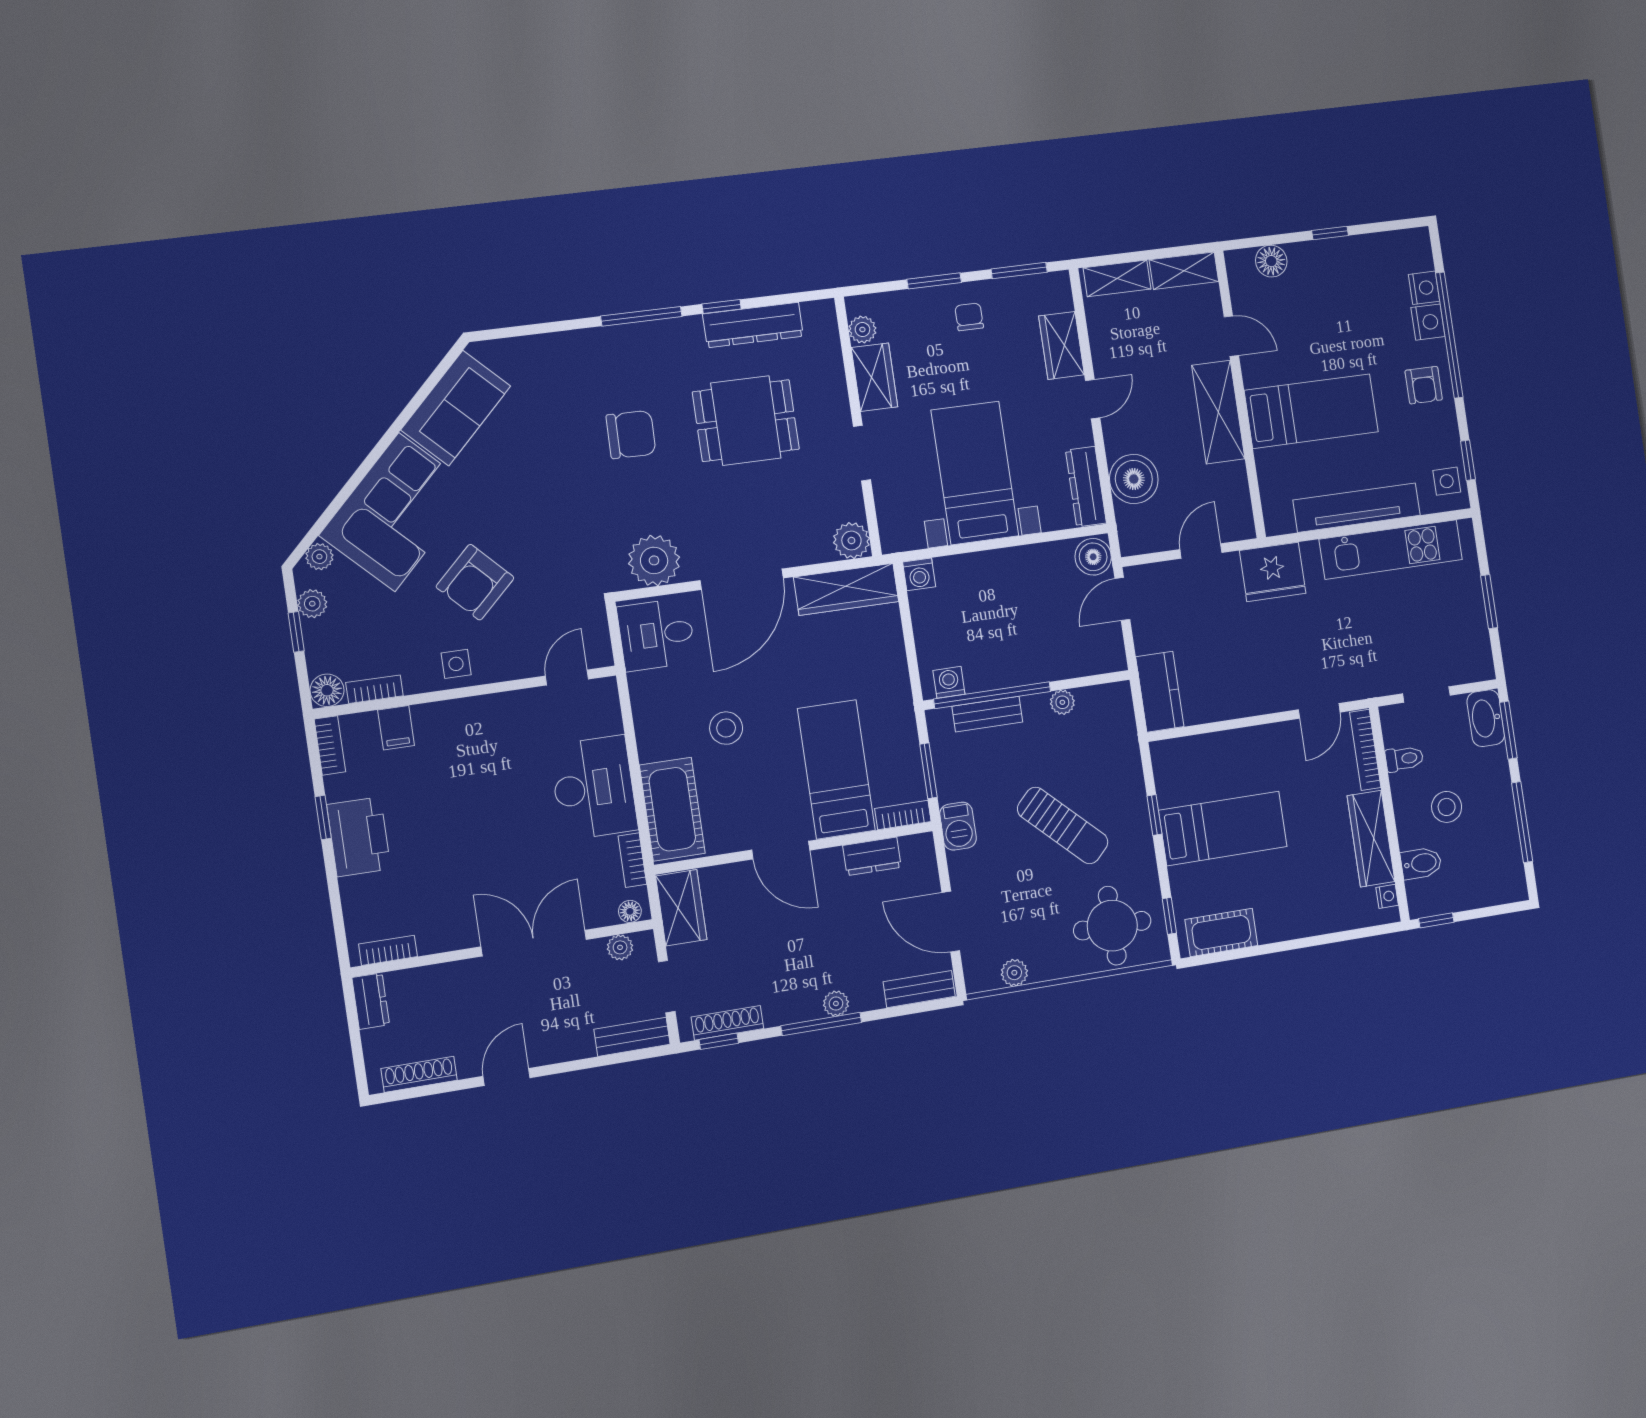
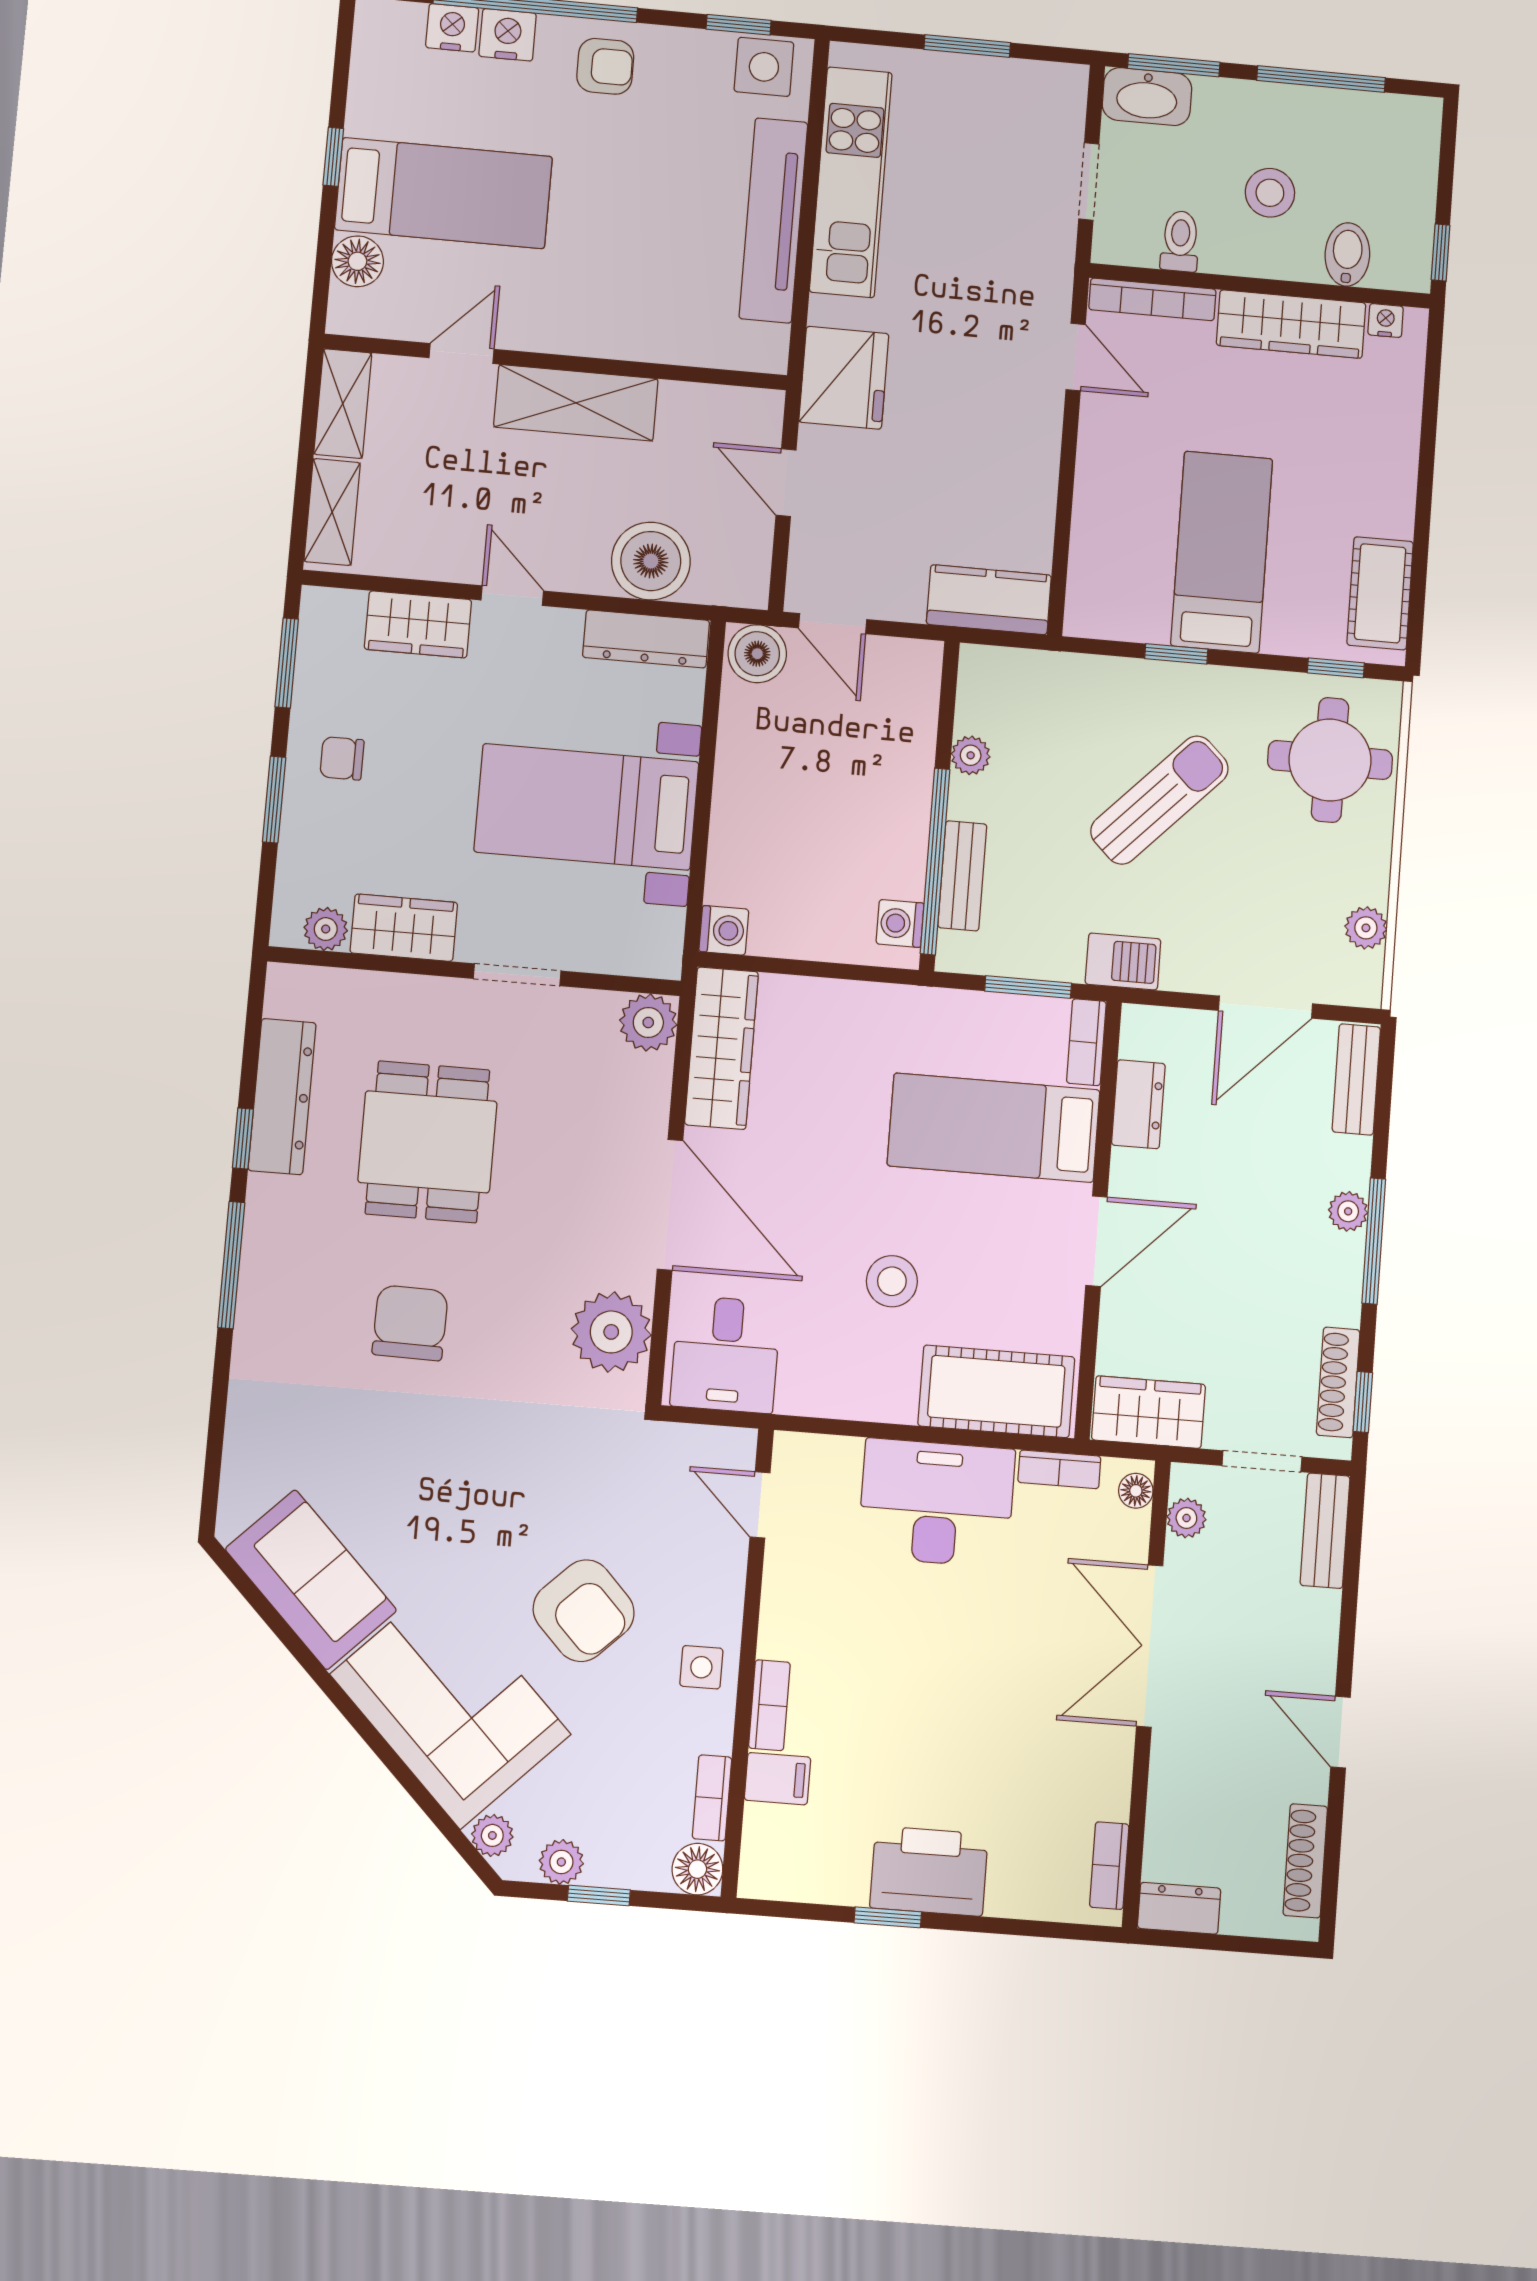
bed: (1311, 411) -> (444, 193), moved, turned 90
side table: (1447, 481) -> (764, 67), width x1.37, depth x1.37
bookcase: (330, 745) -> (769, 1705), moved, turned 90

